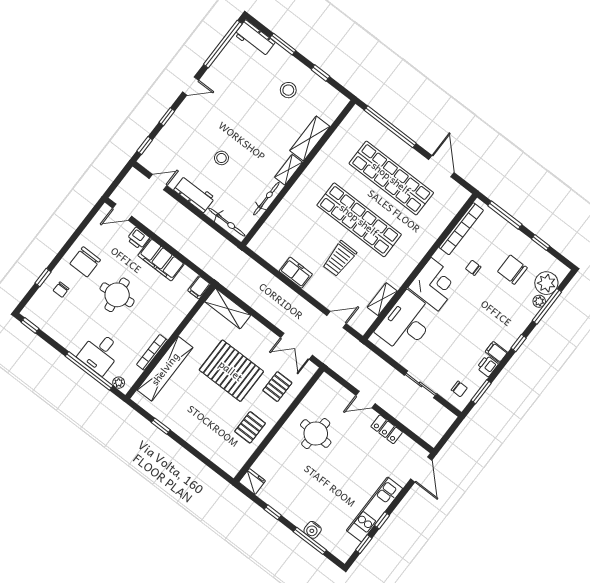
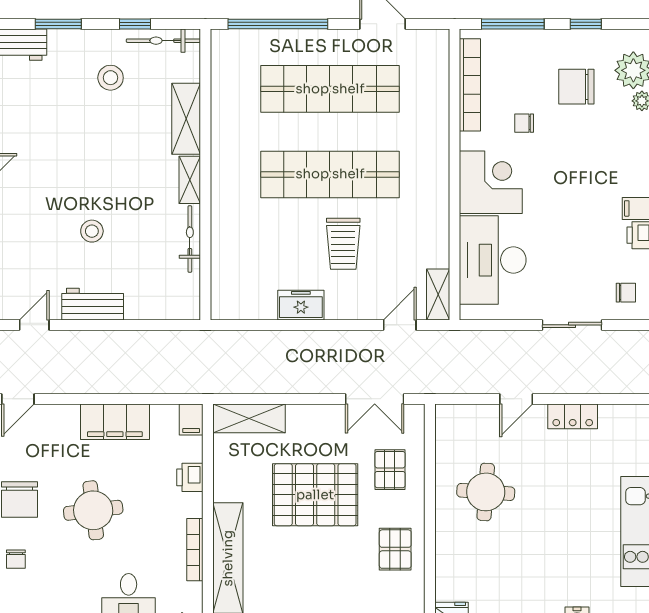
bicycle: (227, 222) -> (163, 41), moved, turned 180
printer: (138, 238) -> (190, 477), moved, turned 90
shelving: (382, 299) -> (438, 294), moved

